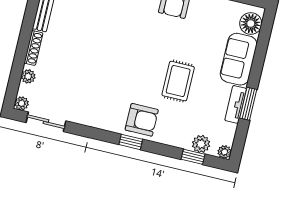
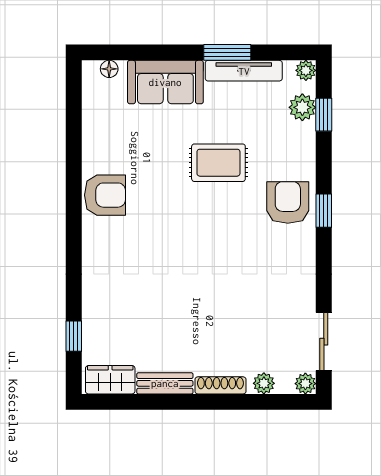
floor lamp: (251, 24) -> (109, 69), width x0.53, depth x0.53
tv unit: (236, 104) -> (244, 71), width x1.41

